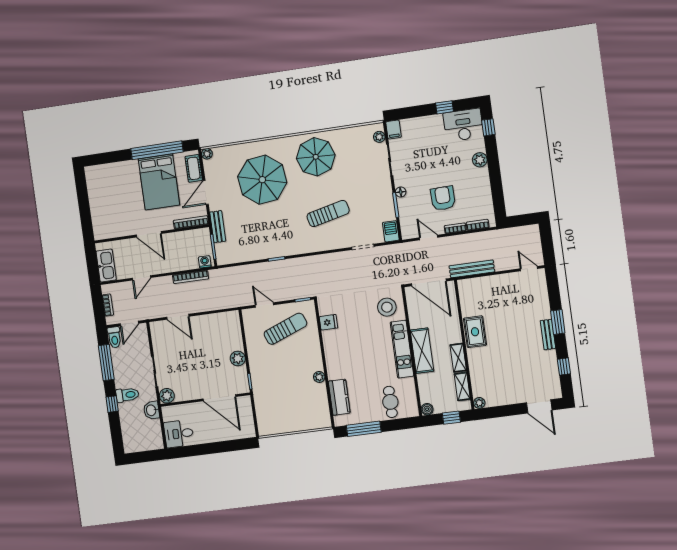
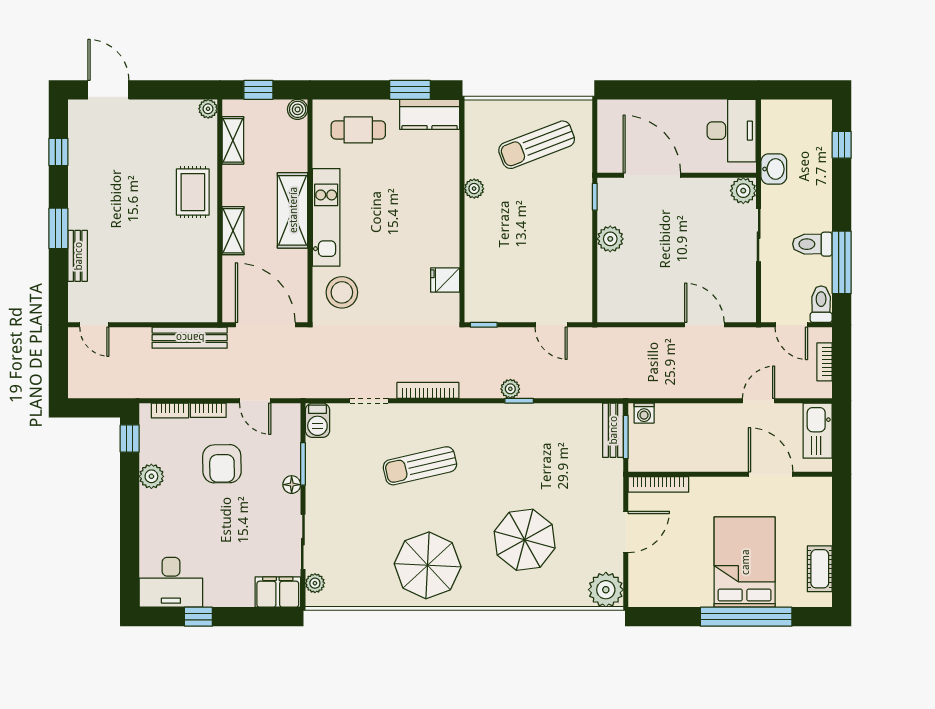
window: (488, 127) -> (130, 439), moved
filing cabinet: (394, 129) -> (278, 592), width x2.00
window: (157, 150) -> (746, 617), moved
plant: (207, 154) -> (606, 590), width x1.87, depth x1.87
plant: (480, 160) -> (151, 476), moved
cot: (194, 168) -> (820, 569), moved
parasol: (262, 180) -> (525, 540), width x0.73, depth x0.73
bed: (159, 182) -> (745, 562), moved
bench: (218, 227) -> (613, 430), moved
door: (149, 234) -> (771, 474), moved
plant: (283, 265) -> (510, 389), added
bookcase: (191, 277) -> (428, 390), moved
door: (129, 323) -> (791, 325), swing flipped
sun lounger: (285, 329) -> (537, 145), moved
rug: (475, 332) -> (193, 192), moved
bench: (548, 335) -> (78, 256), moved
shelving: (458, 358) -> (233, 231), moved
toilet: (127, 395) -> (812, 244), moved
kitchen counter: (339, 397) -> (430, 114), moved, turned -90
cafe table: (390, 402) -> (358, 130), turned 90
window: (112, 404) -> (842, 145), moved
window: (364, 429) -> (410, 90), width x0.69
desk: (179, 434) -> (732, 131), width x1.37

